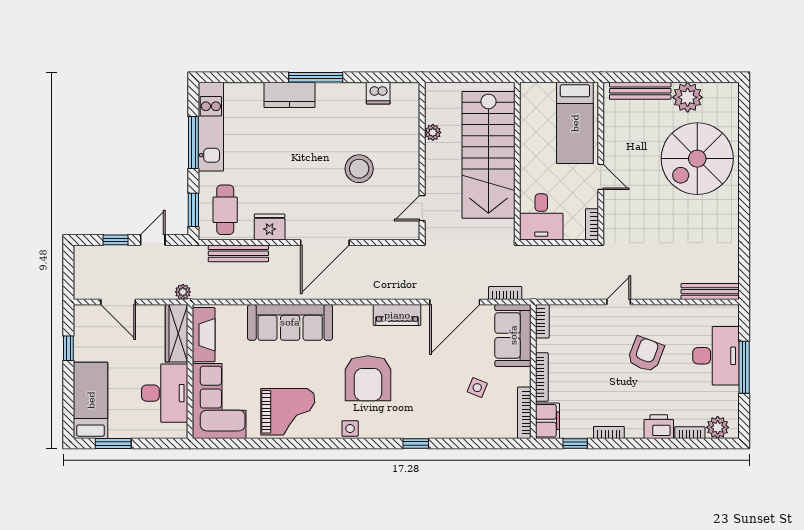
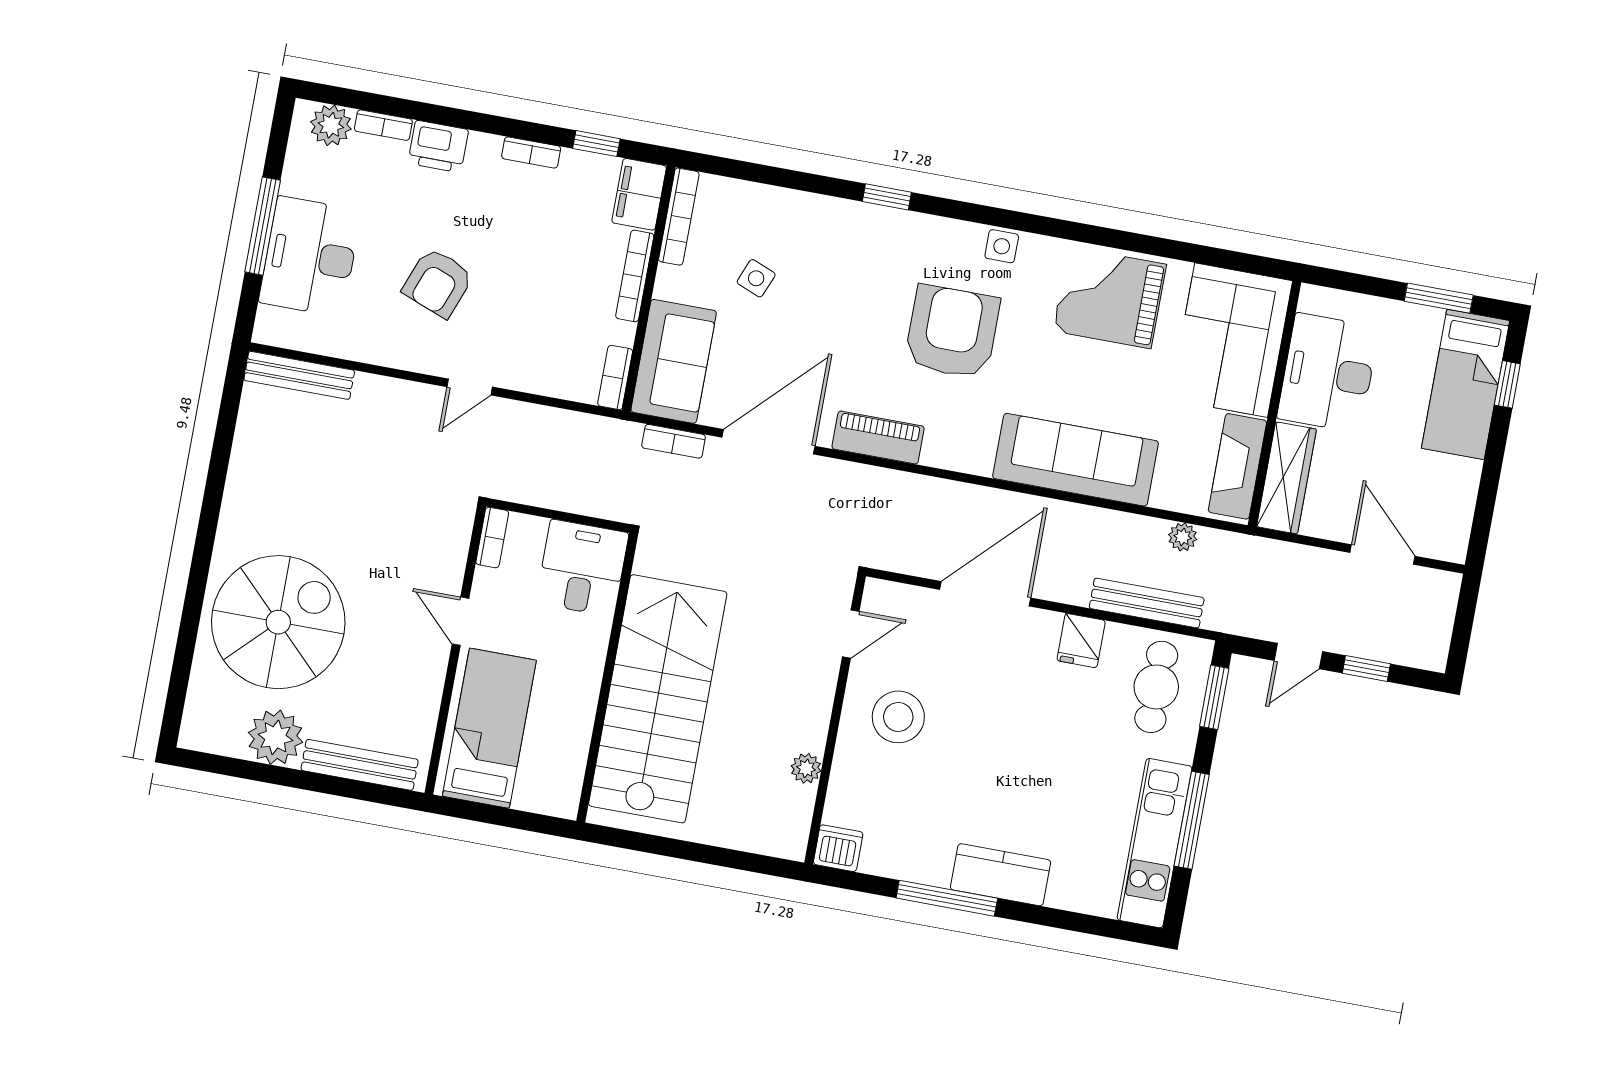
plant: (433, 132) -> (806, 768), moved
wall: (422, 161) -> (835, 720), moved
door: (422, 208) -> (851, 634), moved
fridge: (270, 227) -> (1081, 641), width x0.72
plant: (183, 292) -> (1183, 537), moved
window: (68, 348) -> (1507, 384), moved

